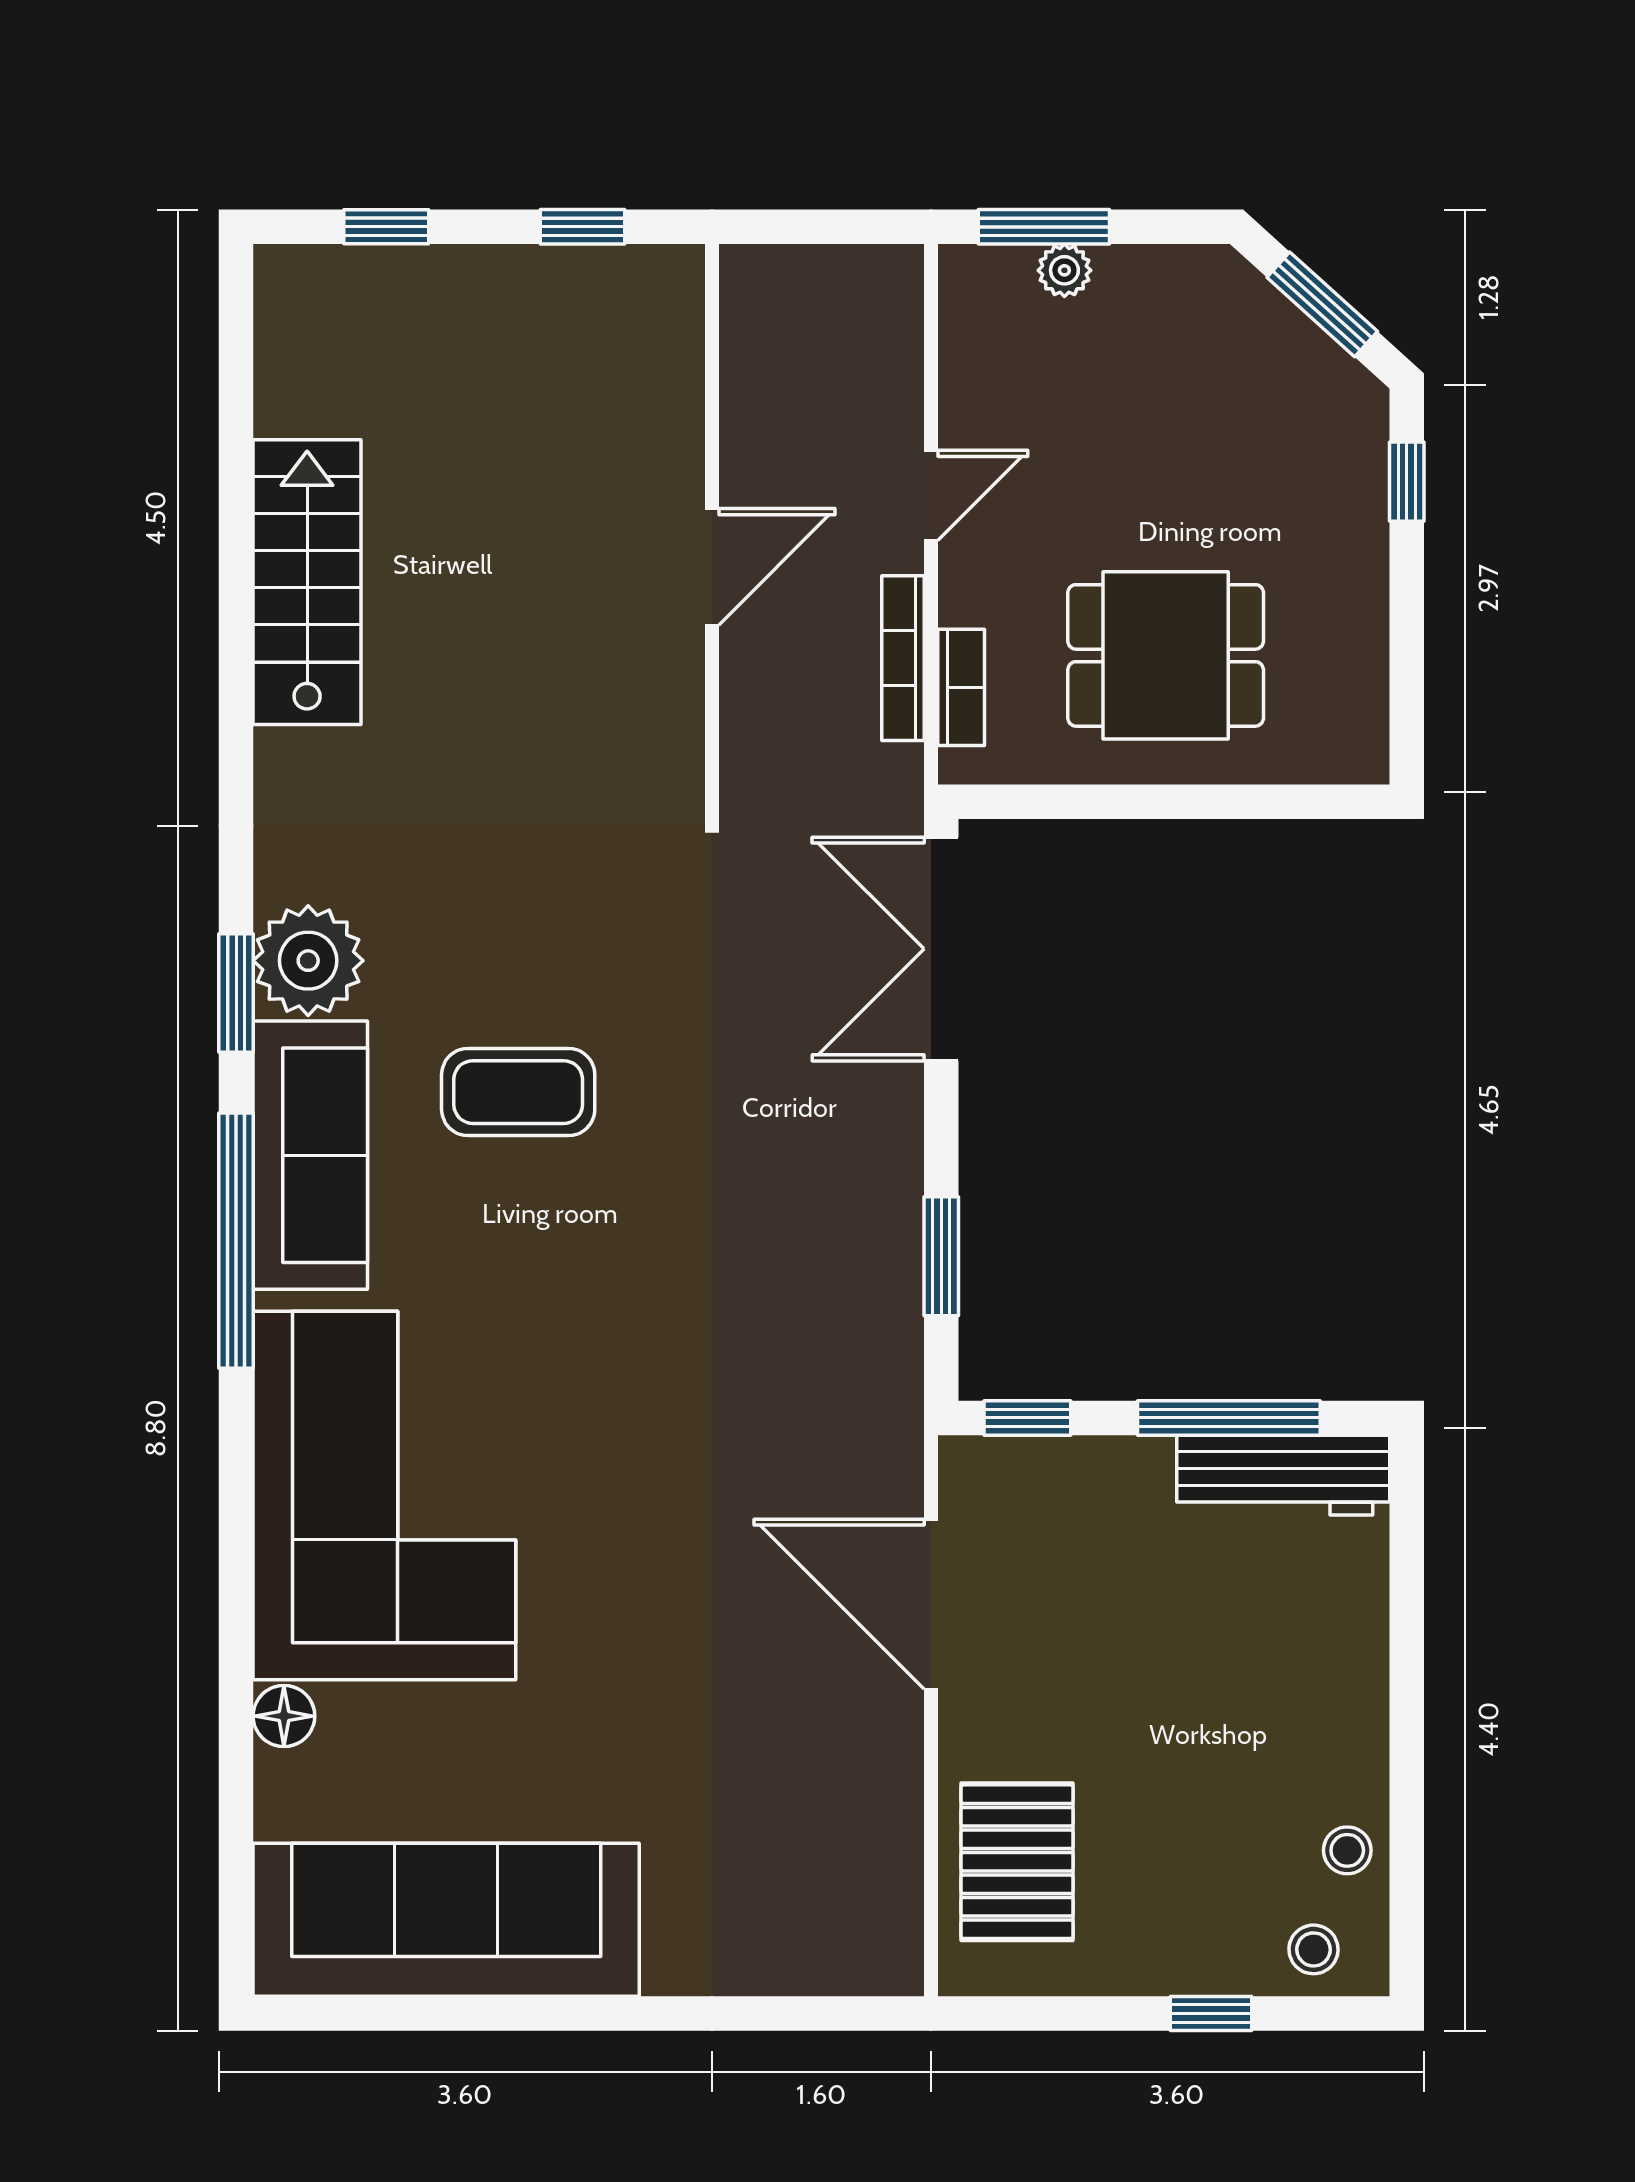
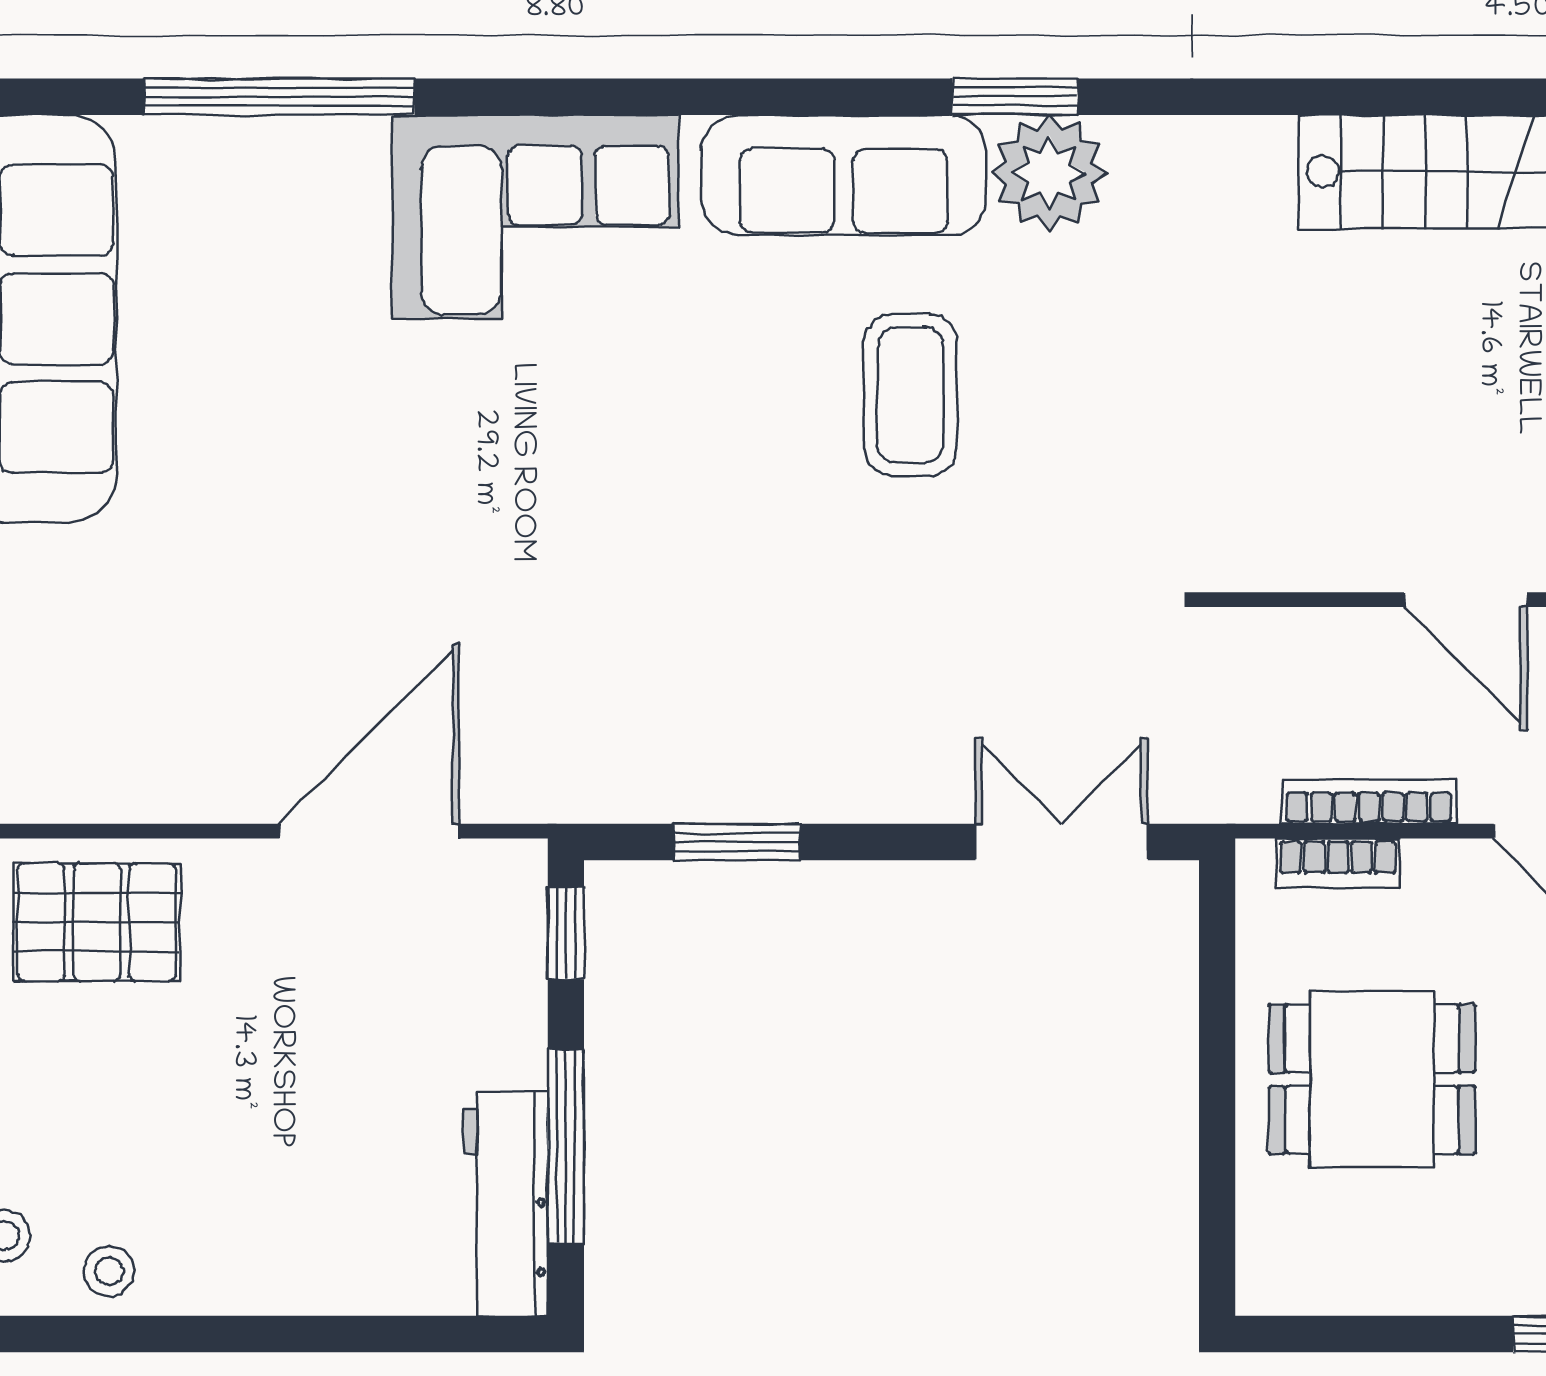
dining table: (1166, 655) -> (1372, 1079), turned 90
double door: (941, 949) -> (1062, 842), width x0.73
window: (236, 1241) -> (279, 97), moved
corner sofa: (384, 1496) -> (536, 217), width x0.73, depth x0.74
floor lamp: (284, 1716) -> (251, 147), removed

